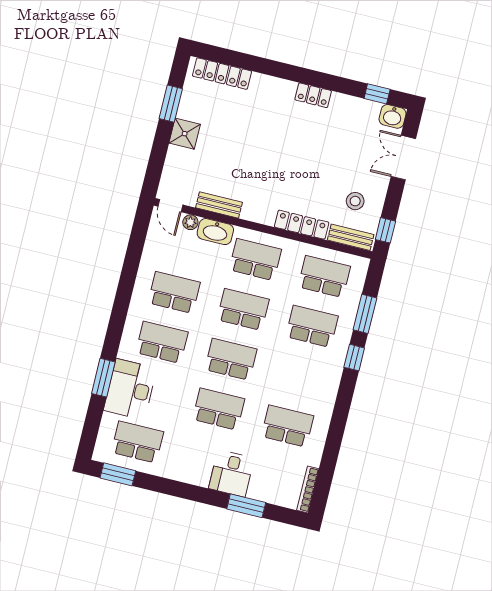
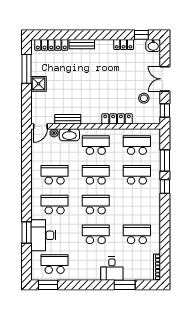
locker: (313, 95) -> (124, 44), moved
window: (171, 104) -> (27, 69), width x1.44
double door: (403, 158) -> (165, 79), moved
door: (170, 206) -> (40, 126), hinge flipped
bench: (351, 237) -> (82, 44), moved

